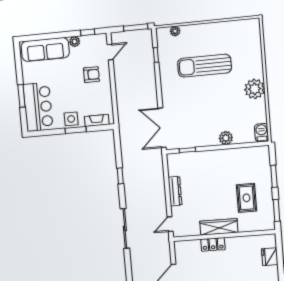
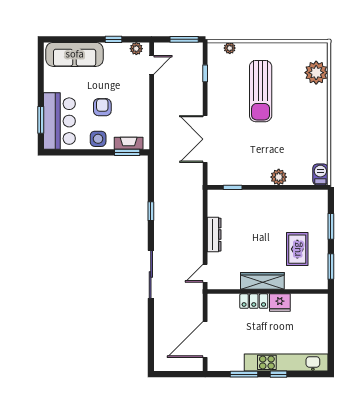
window: (88, 32) -> (114, 39), moved
plant: (75, 42) -> (136, 49), moved
sun lounger: (204, 66) -> (261, 91), turned -90
armchair: (91, 75) -> (102, 107), moved, turned -90
plant: (255, 89) -> (316, 73), moved
window: (21, 96) -> (41, 120), moved
double door: (162, 128) -> (205, 139), moved
window: (76, 130) -> (127, 152), moved
fridge: (270, 257) -> (280, 303), moved, turned -90

